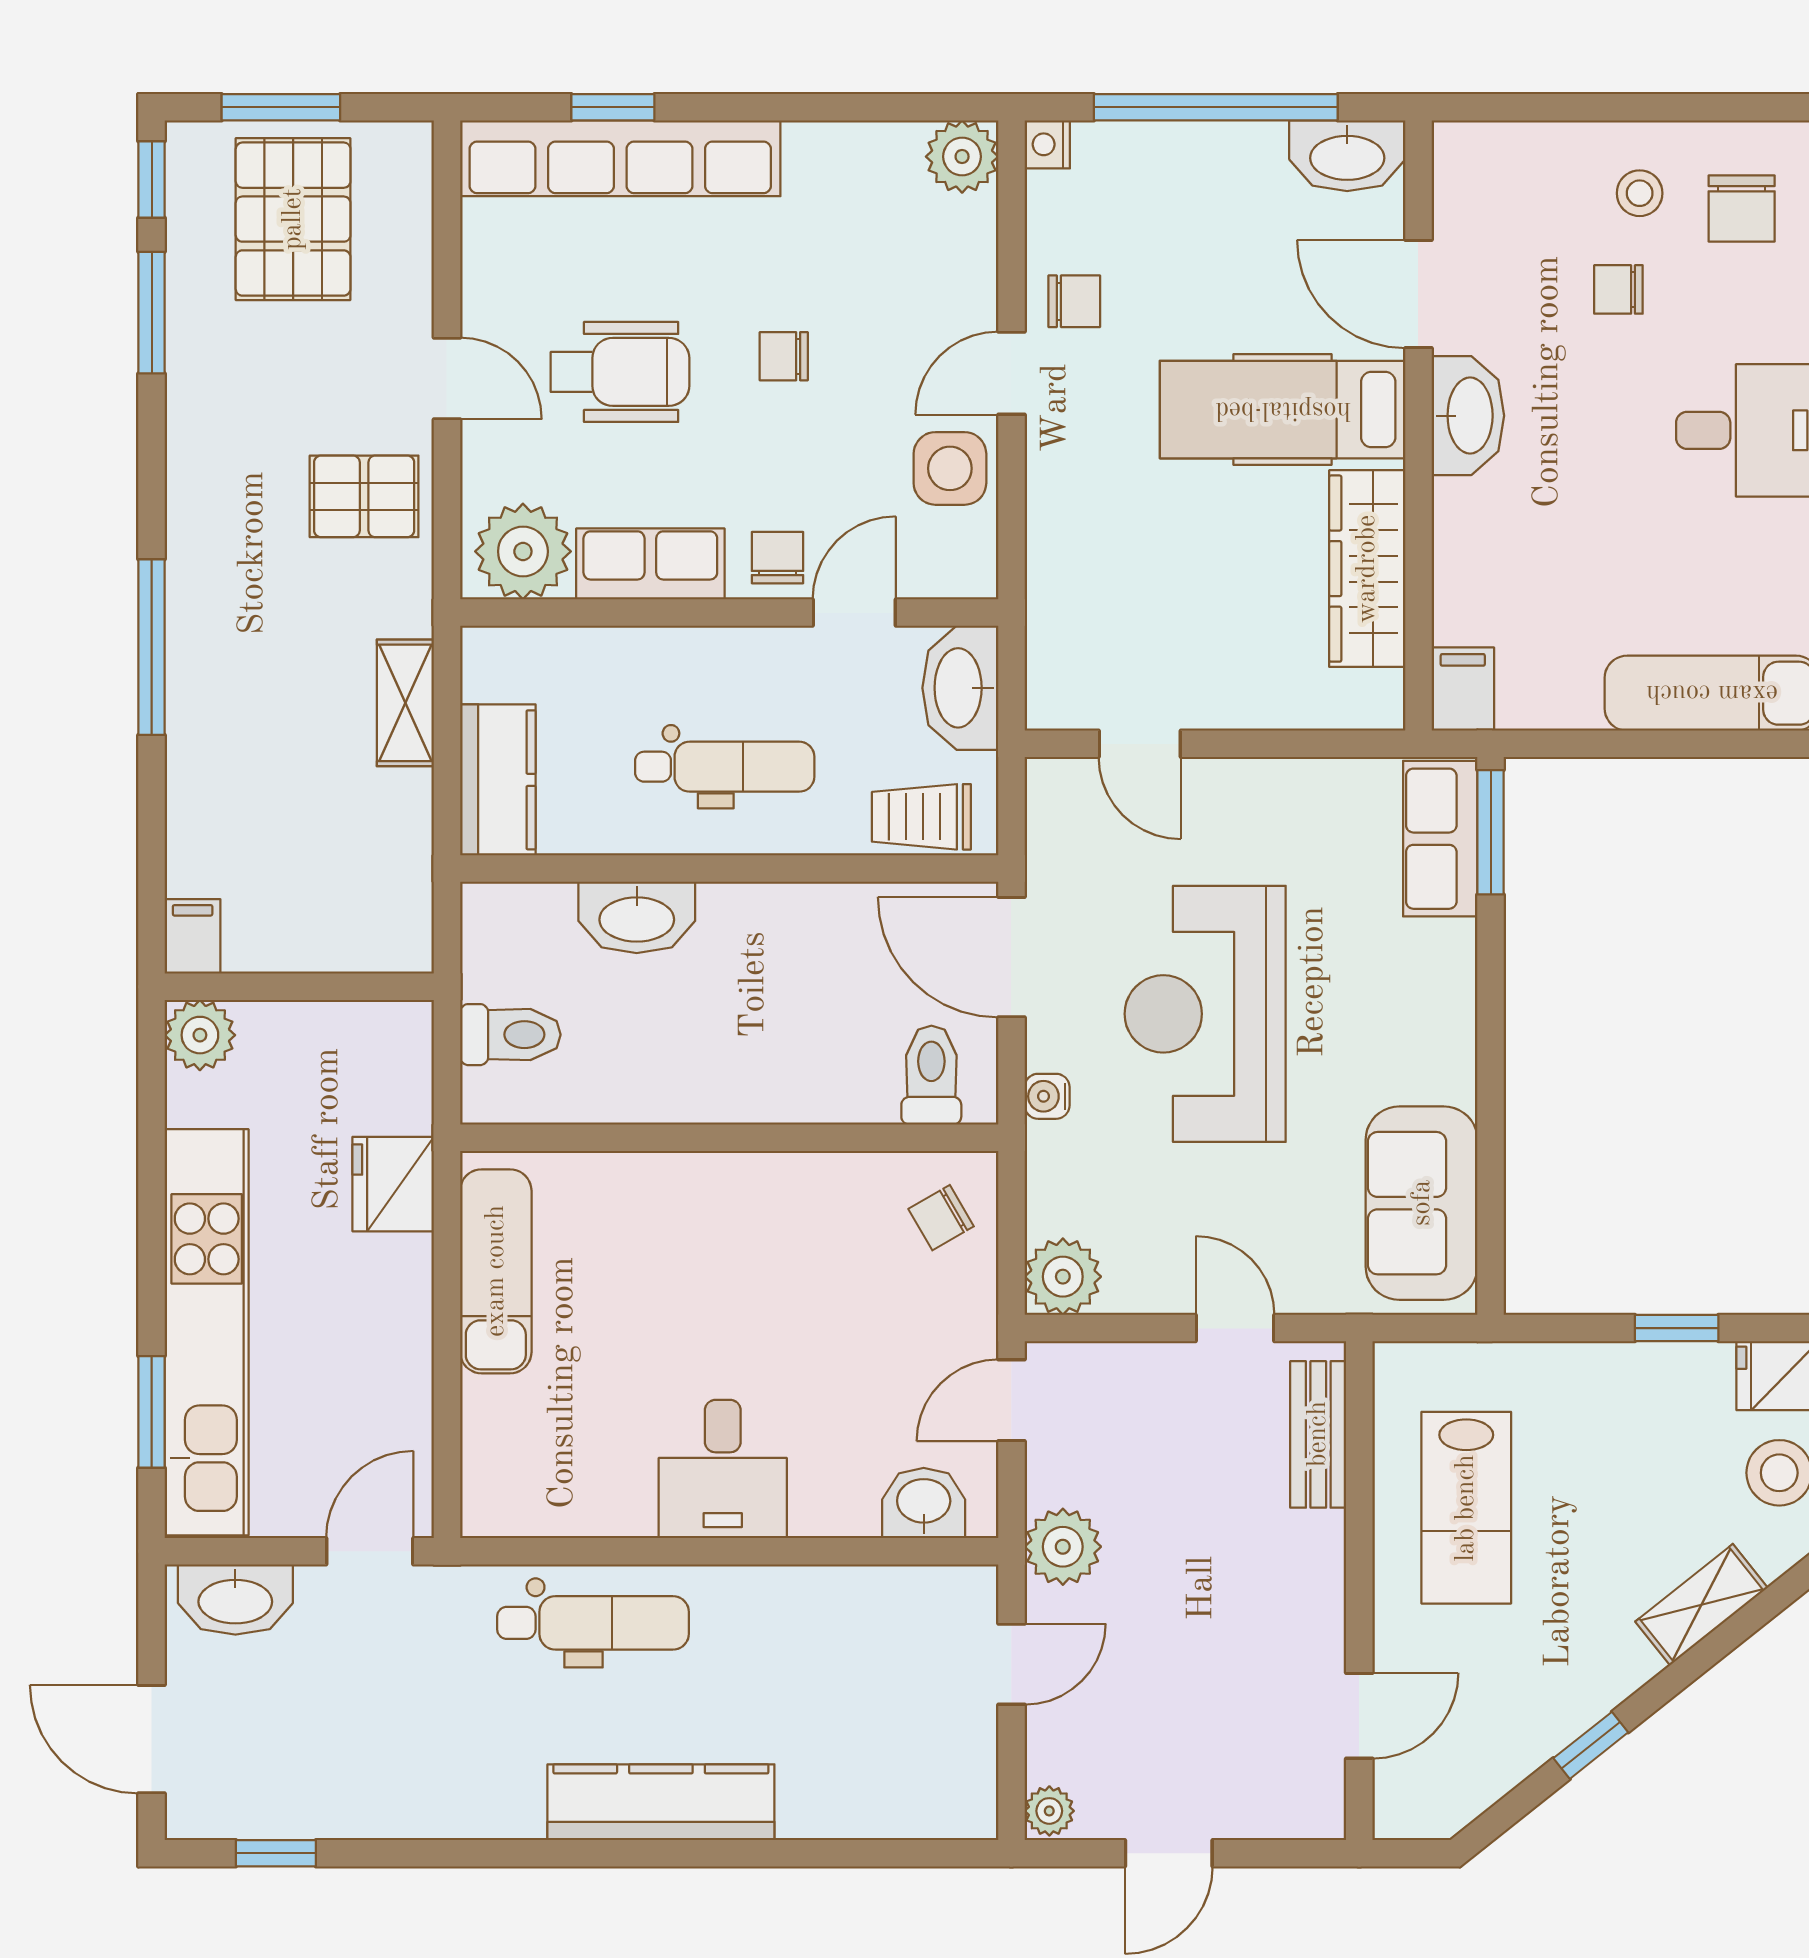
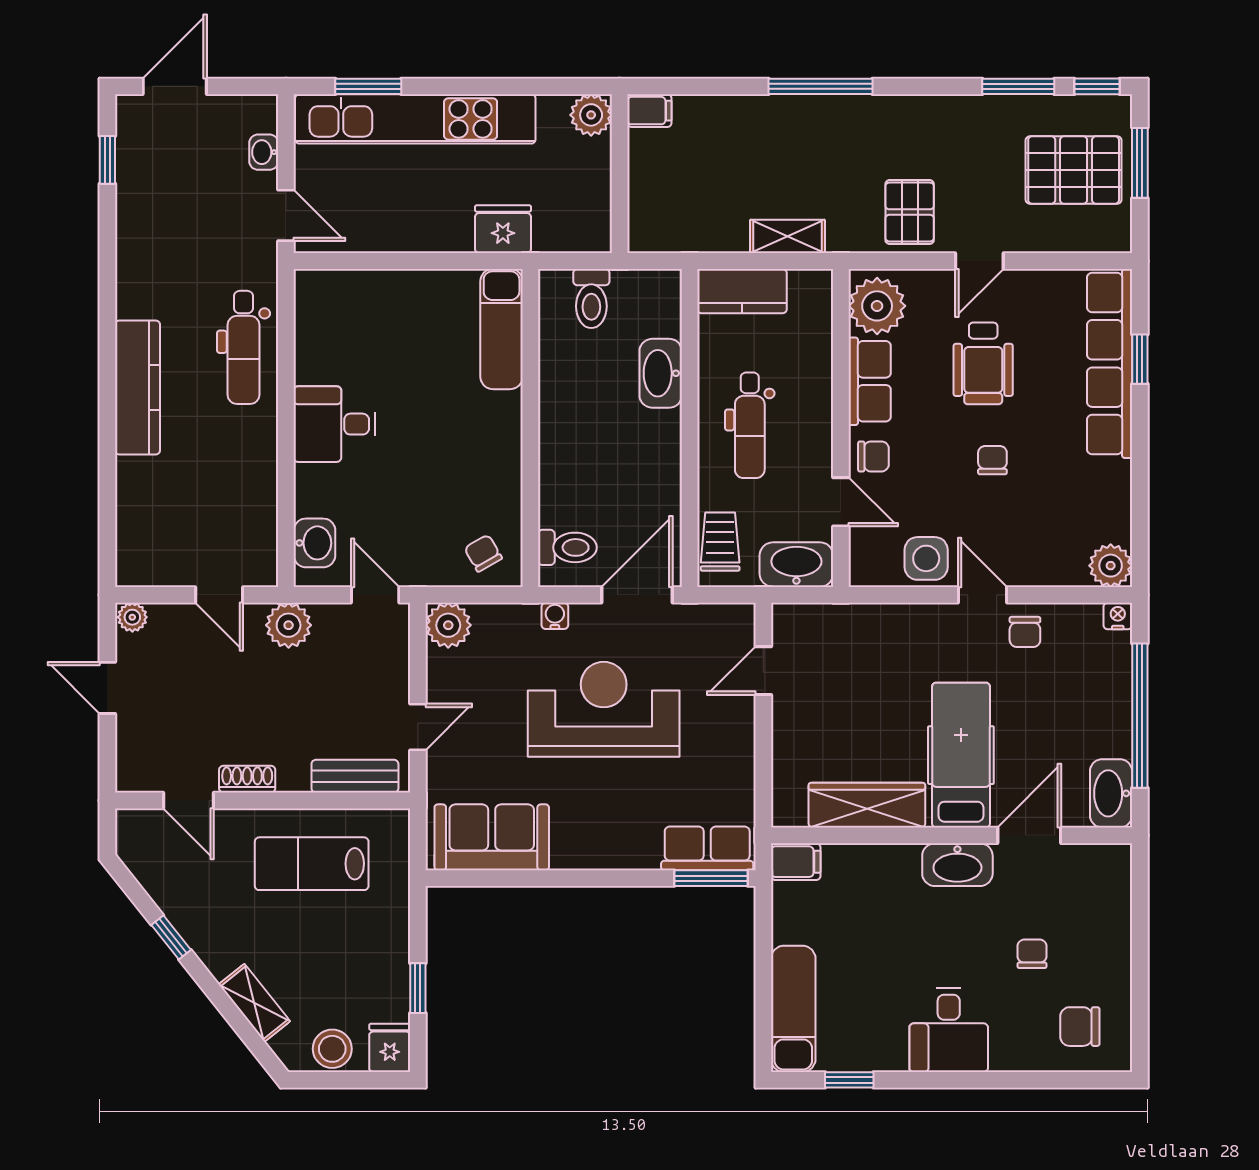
stool: (1640, 193) -> (1089, 966), removed
exam couch: (496, 1271) -> (502, 329), moved, turned 90
washbasin: (235, 1600) -> (264, 152), width x0.52, depth x0.69
shoe rack: (1323, 1617) -> (247, 779), added

